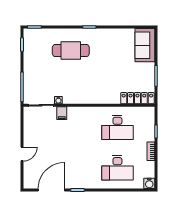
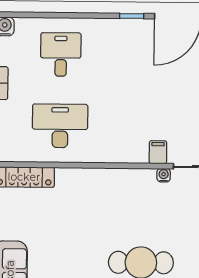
desk: (117, 168) -> (61, 54), width x0.73

